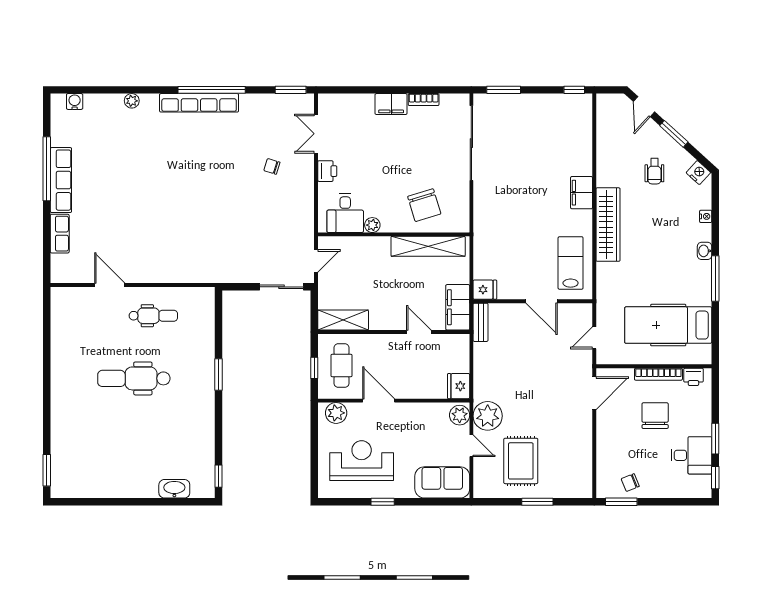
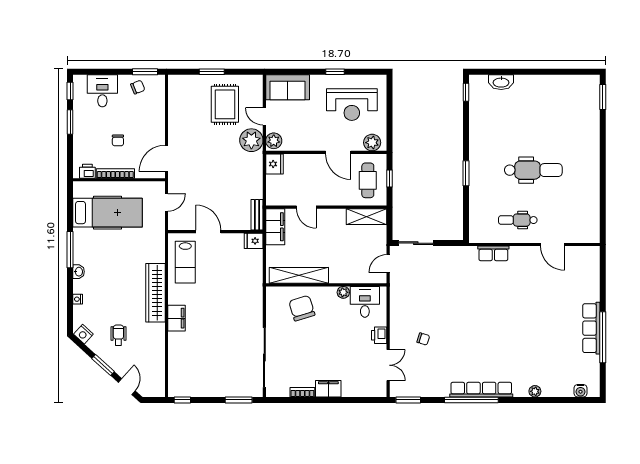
row of seats: (60, 234) -> (493, 253), moved, turned -90
chair: (655, 416) -> (118, 140), width x0.54, depth x0.54
desk: (691, 455) -> (102, 91), moved, turned 90

